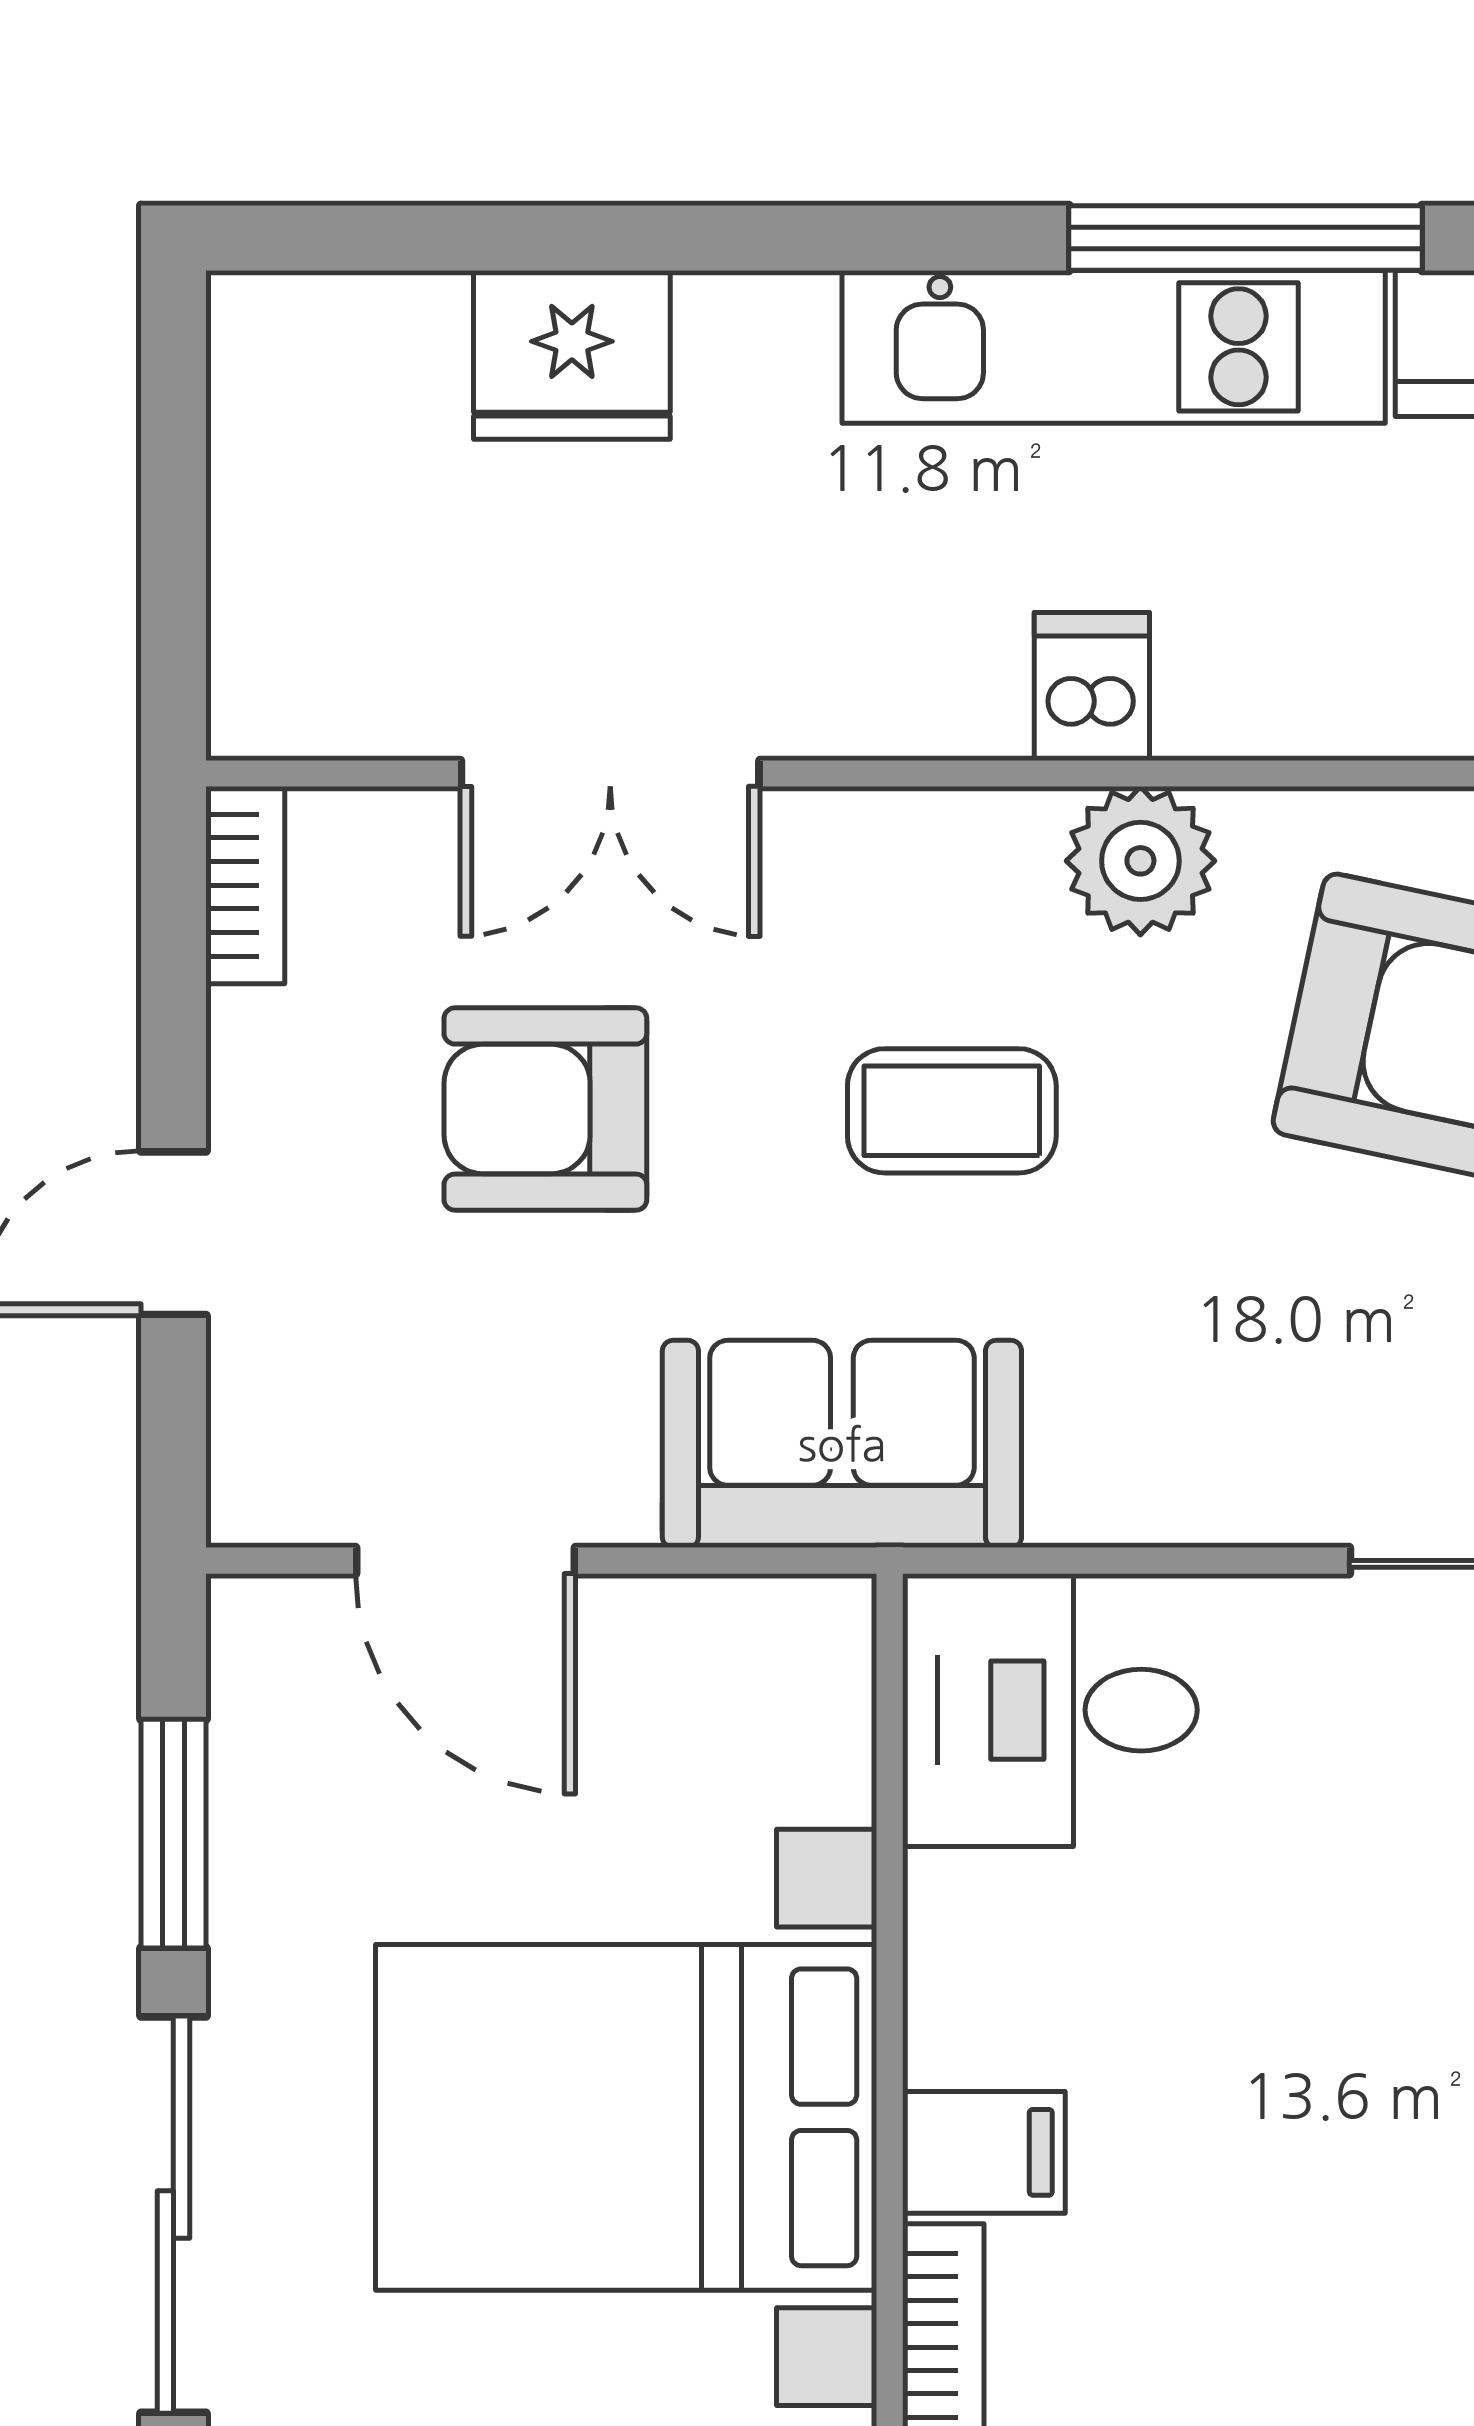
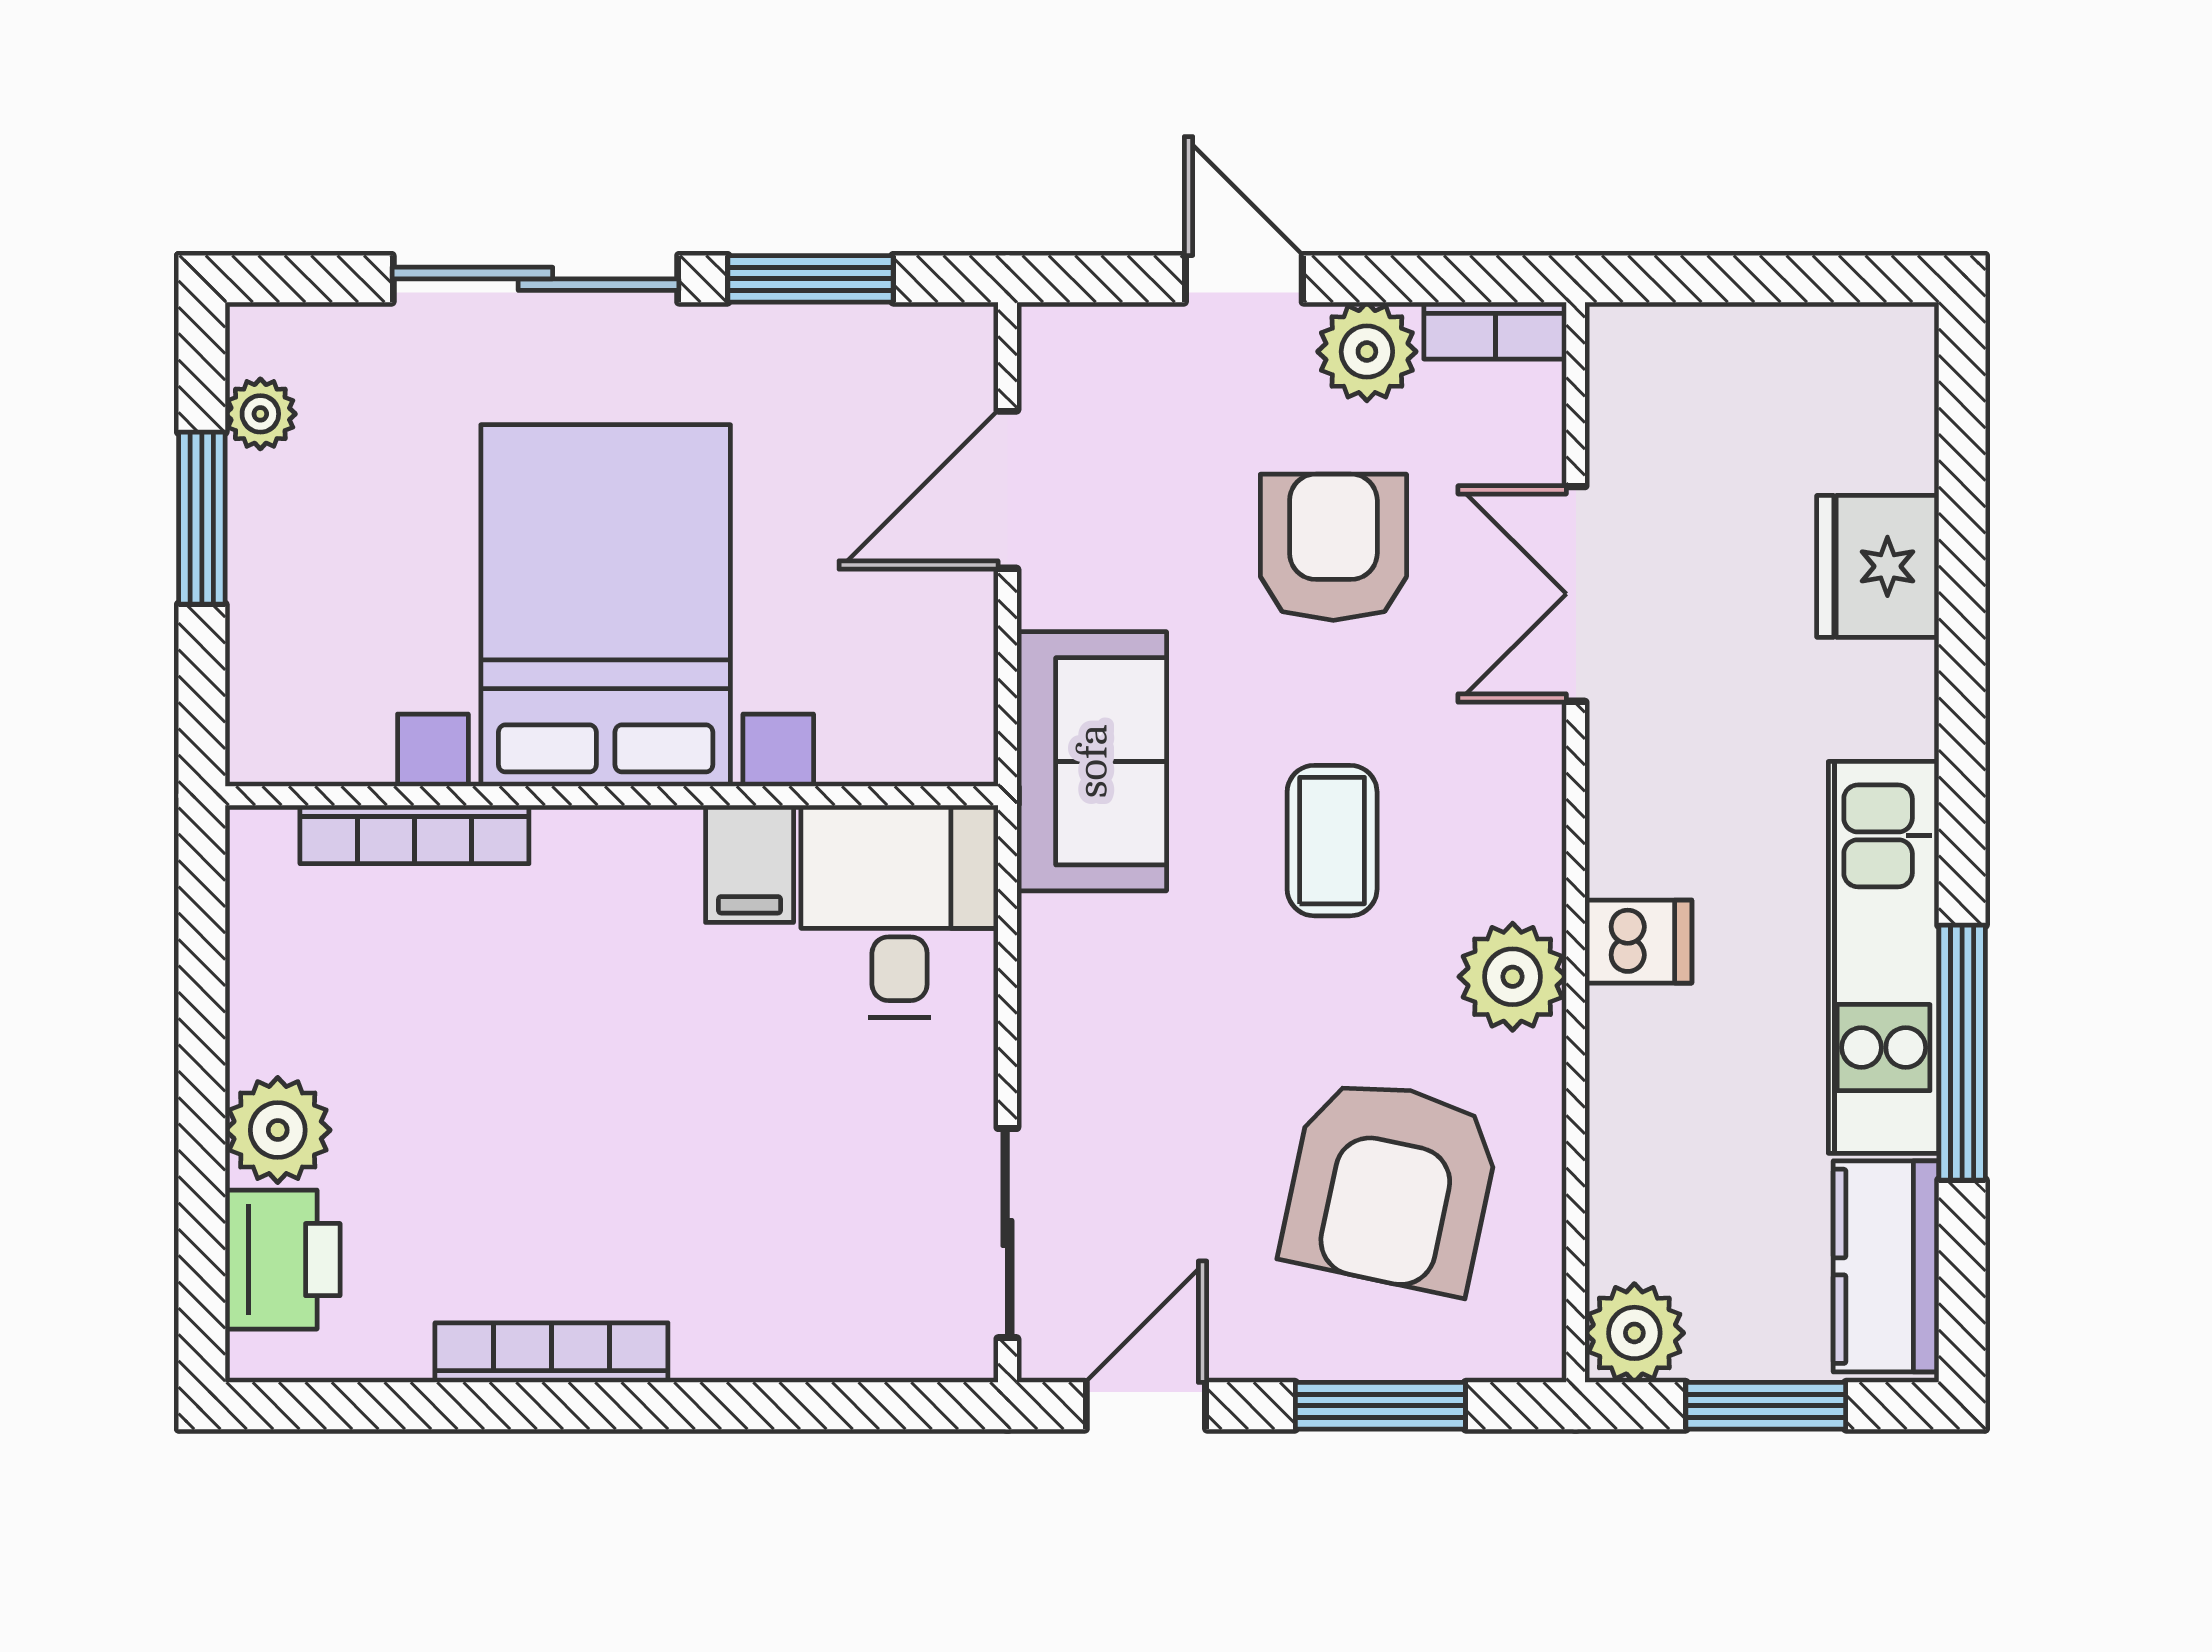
plant: (274, 1063) -> (1367, 352), added
filing cabinet: (984, 2152) -> (750, 864), moved

